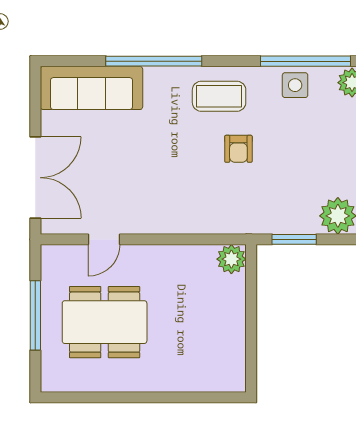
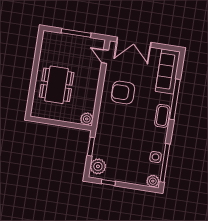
coffee table: (219, 96) -> (162, 116), moved
armchair: (238, 149) -> (123, 92), moved, width x1.88, depth x1.88
door: (104, 239) -> (105, 56), moved
dining table: (105, 322) -> (57, 85), moved

